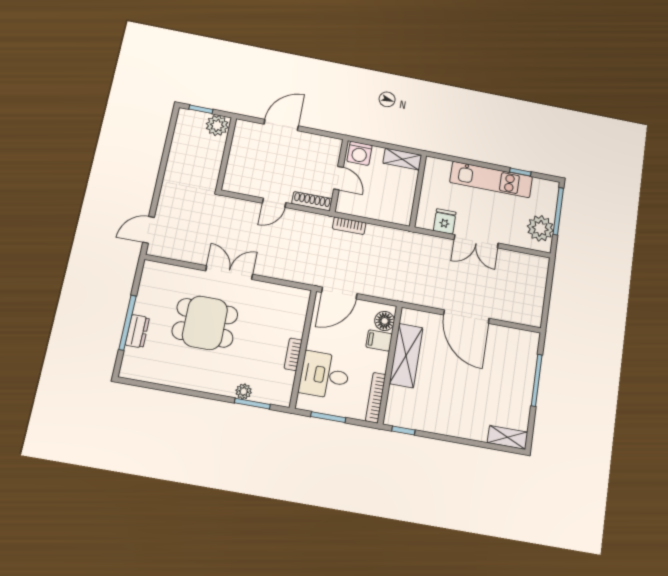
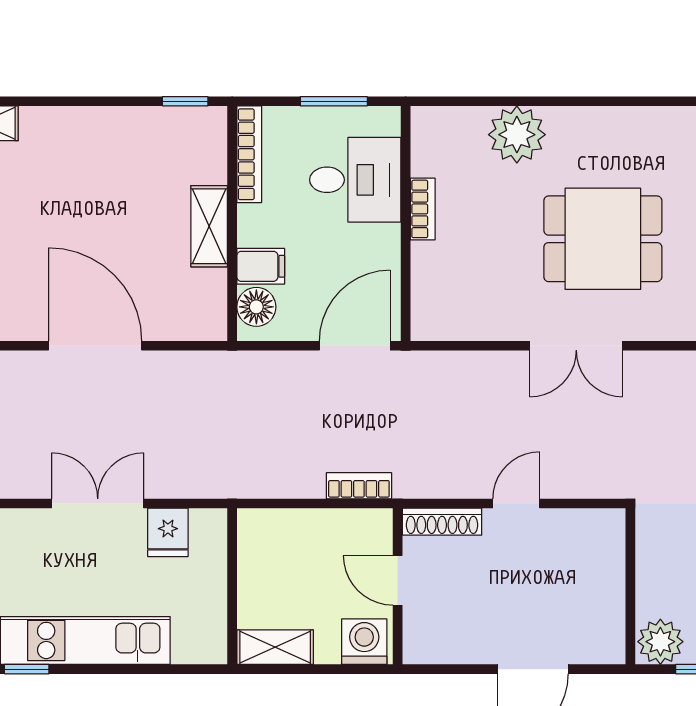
shelving: (406, 356) -> (209, 226), width x0.67, depth x0.75
plant: (244, 391) -> (517, 135), width x1.88, depth x1.88
window: (252, 404) -> (482, 101), removed

